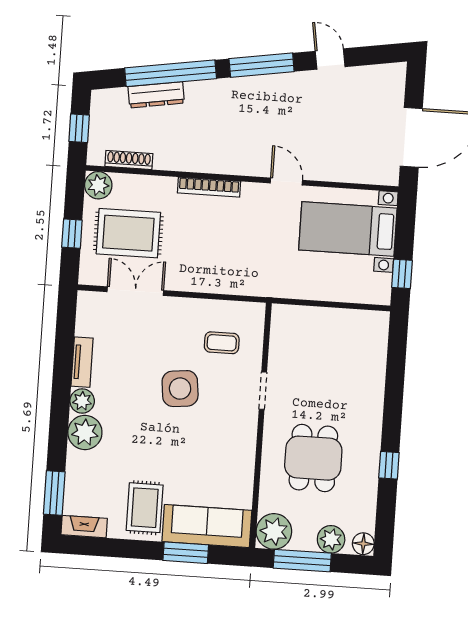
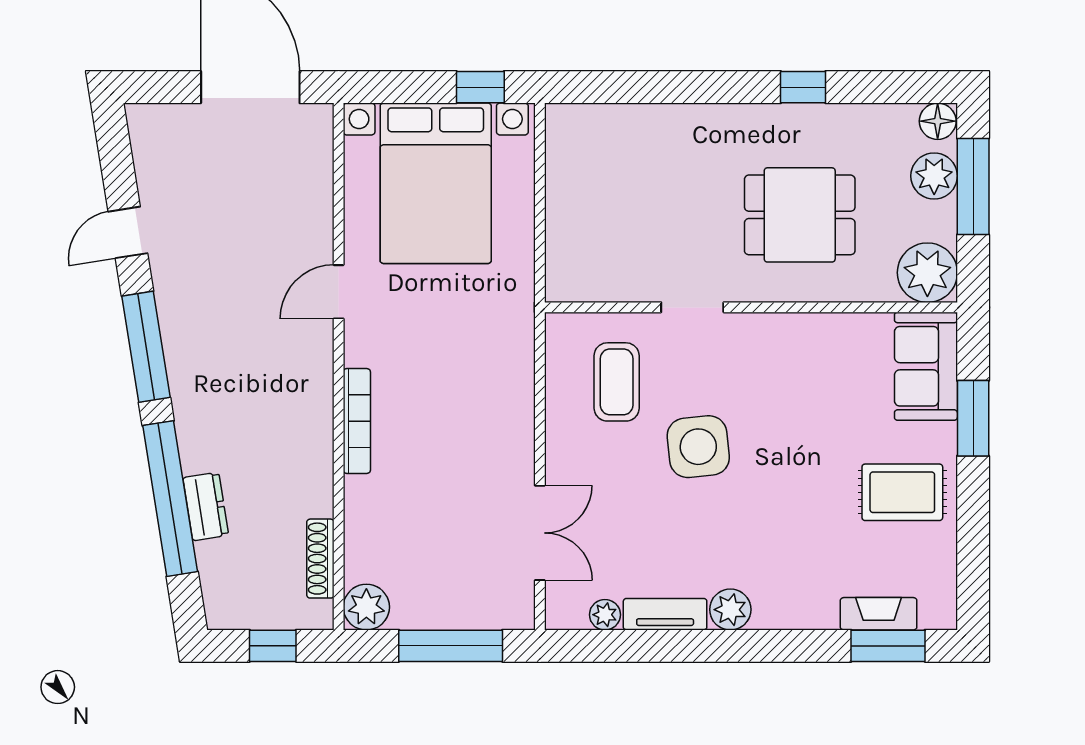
dresser: (156, 95) -> (206, 506), width x0.70
bed with nightstands: (348, 229) -> (436, 183), width x1.36
rug: (128, 233) -> (443, 551), removed
window: (72, 234) -> (451, 646), width x2.17
double door: (135, 291) -> (540, 533), swing flipped
coffee table: (222, 343) -> (617, 382), width x1.36, depth x1.30
plant: (85, 432) -> (605, 615), moved, width x0.53, depth x0.53
sofa: (207, 526) -> (926, 366), width x0.73
fireplace: (84, 527) -> (879, 614), moved, turned 90
window: (302, 561) -> (973, 186), moved

